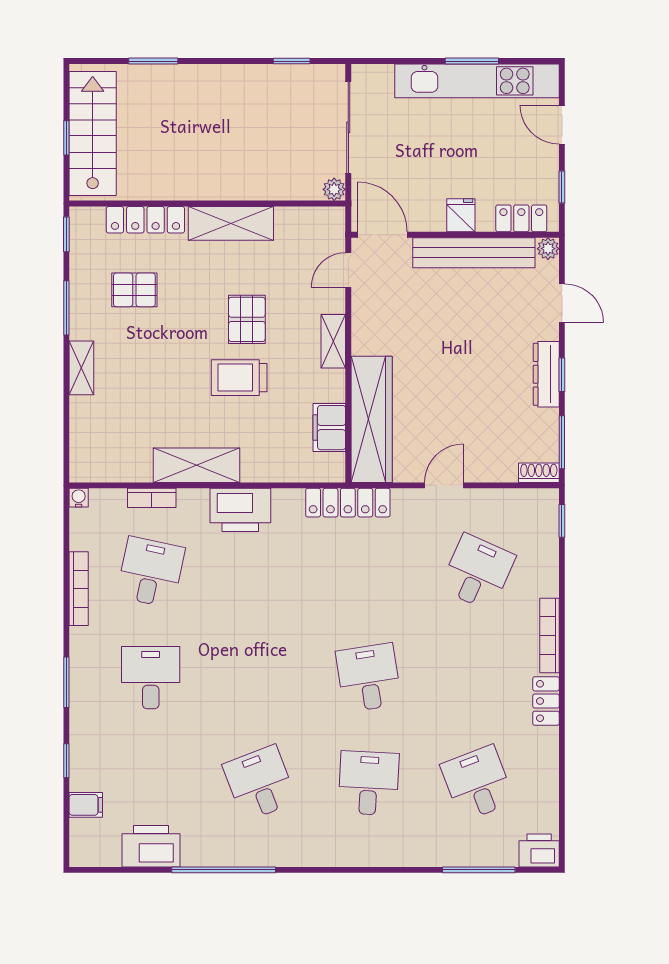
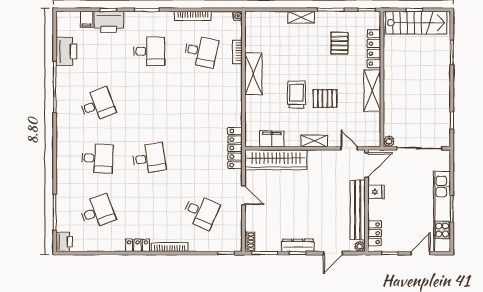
fridge: (461, 215) -> (376, 192), moved
printer: (240, 510) -> (109, 22), moved, turned -90

